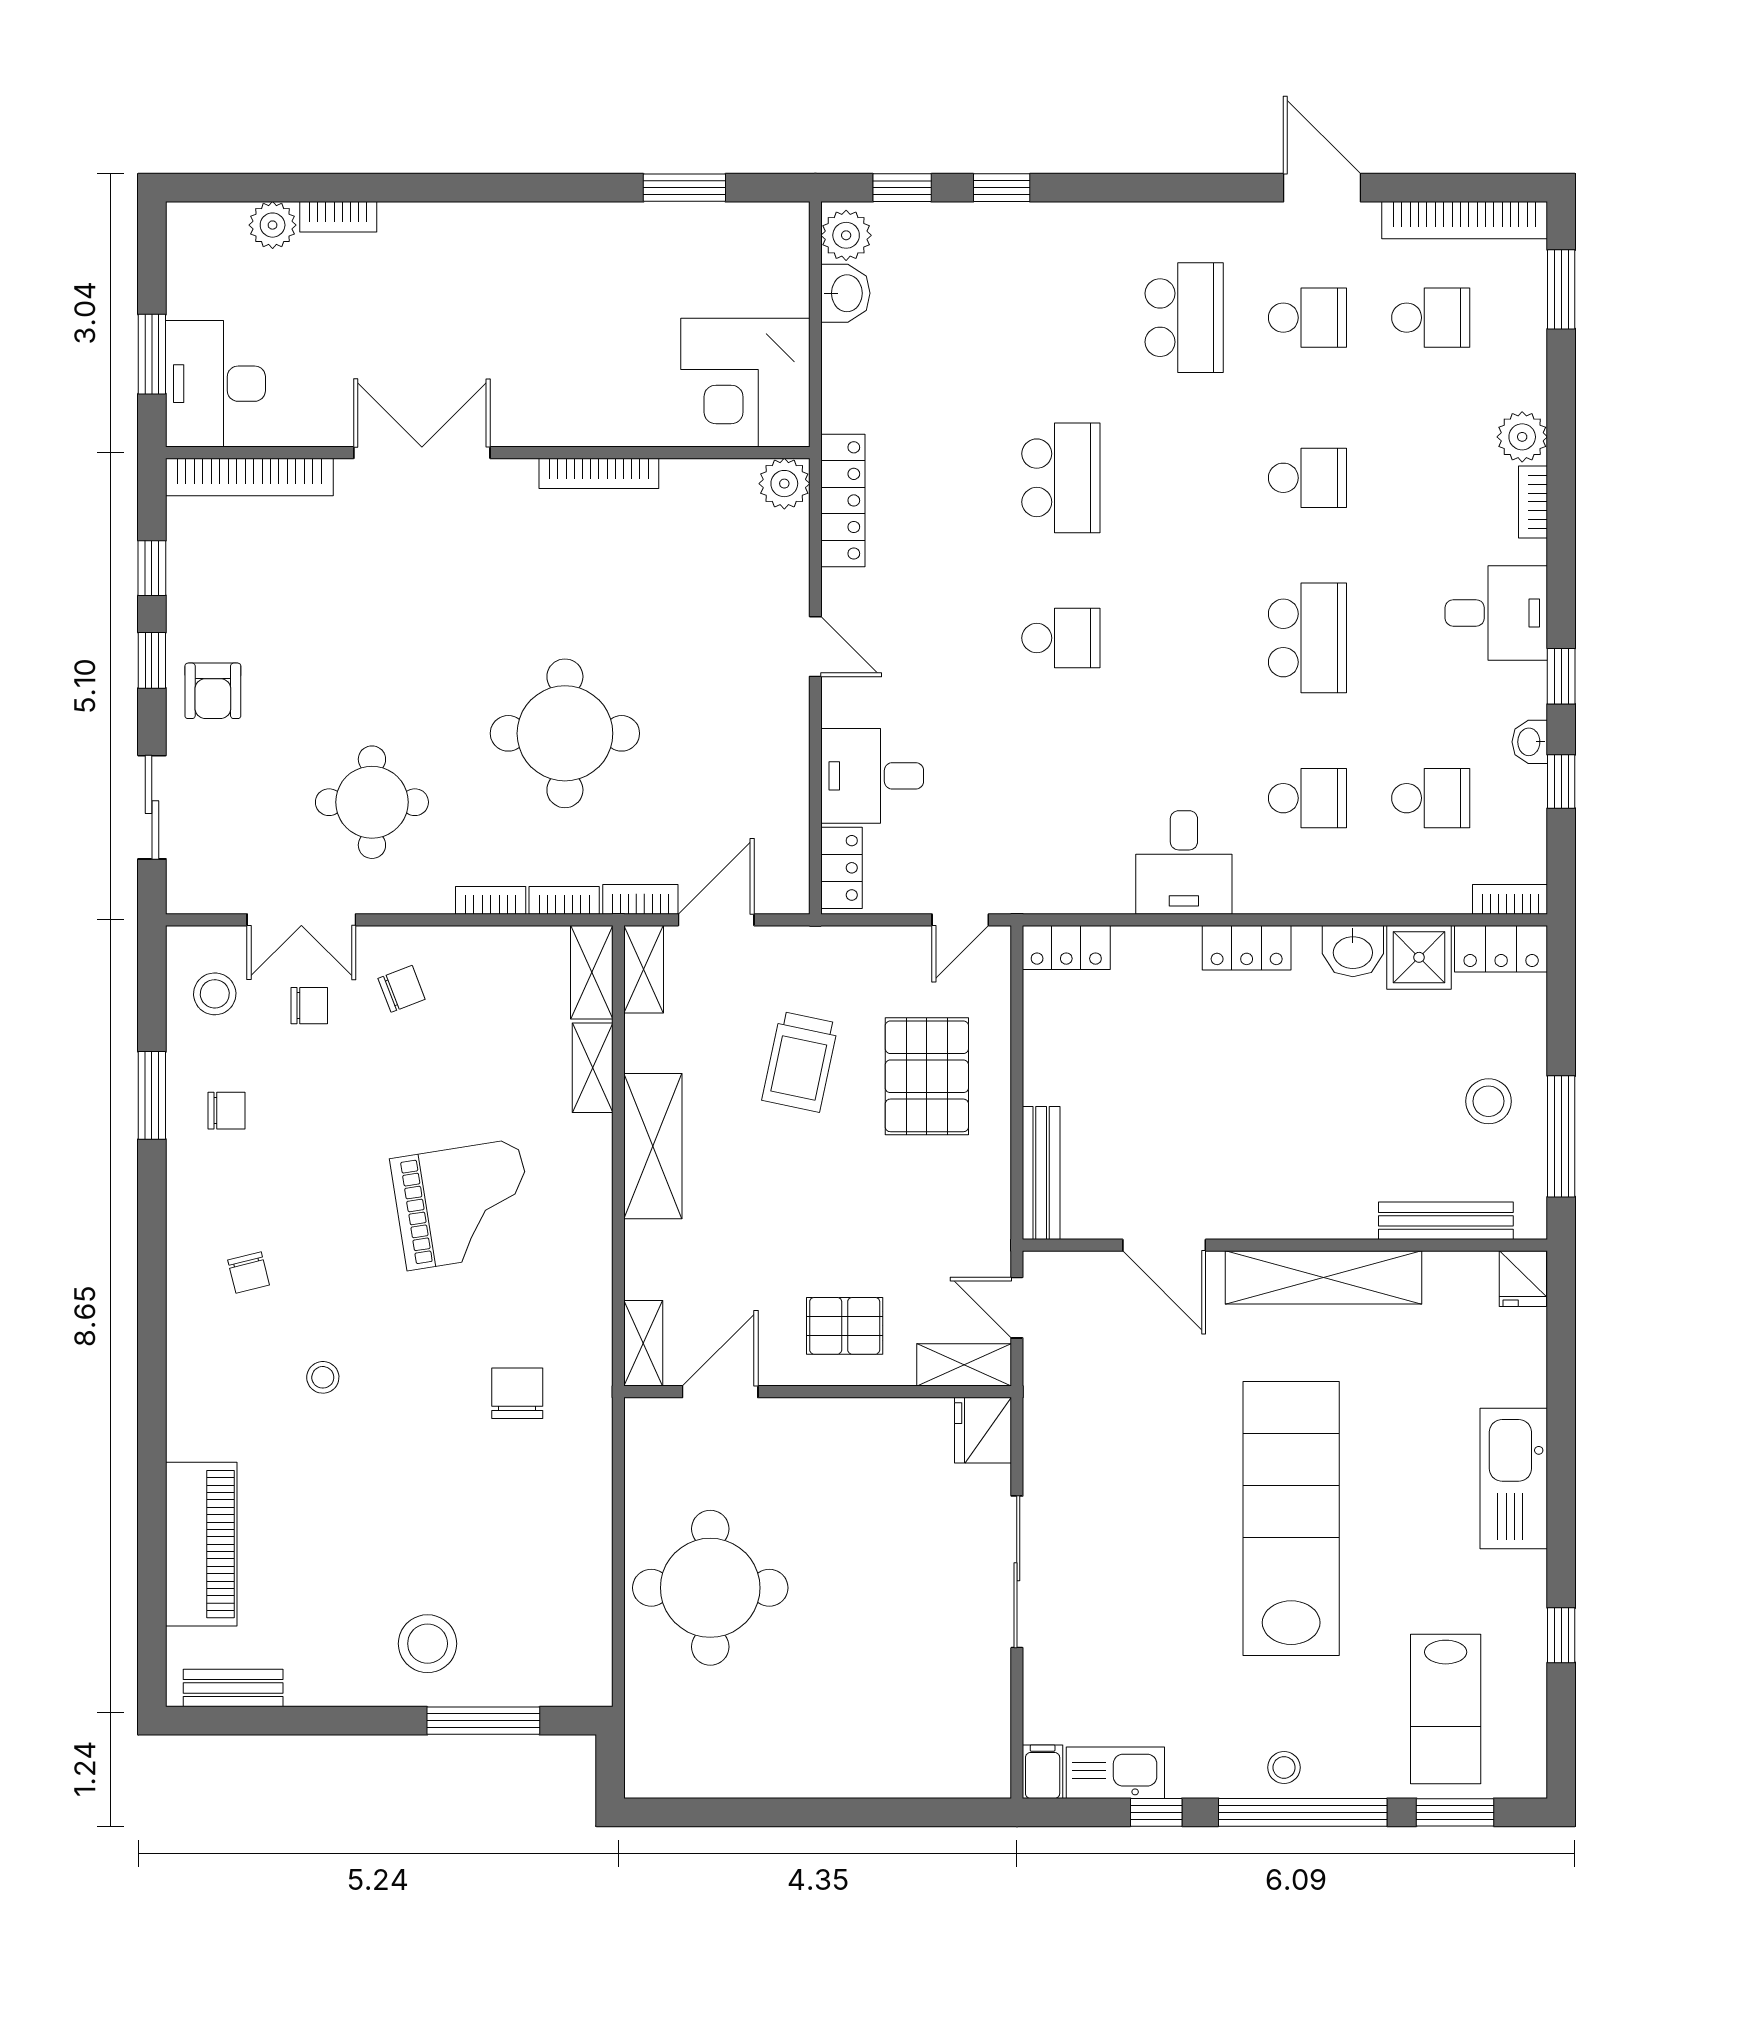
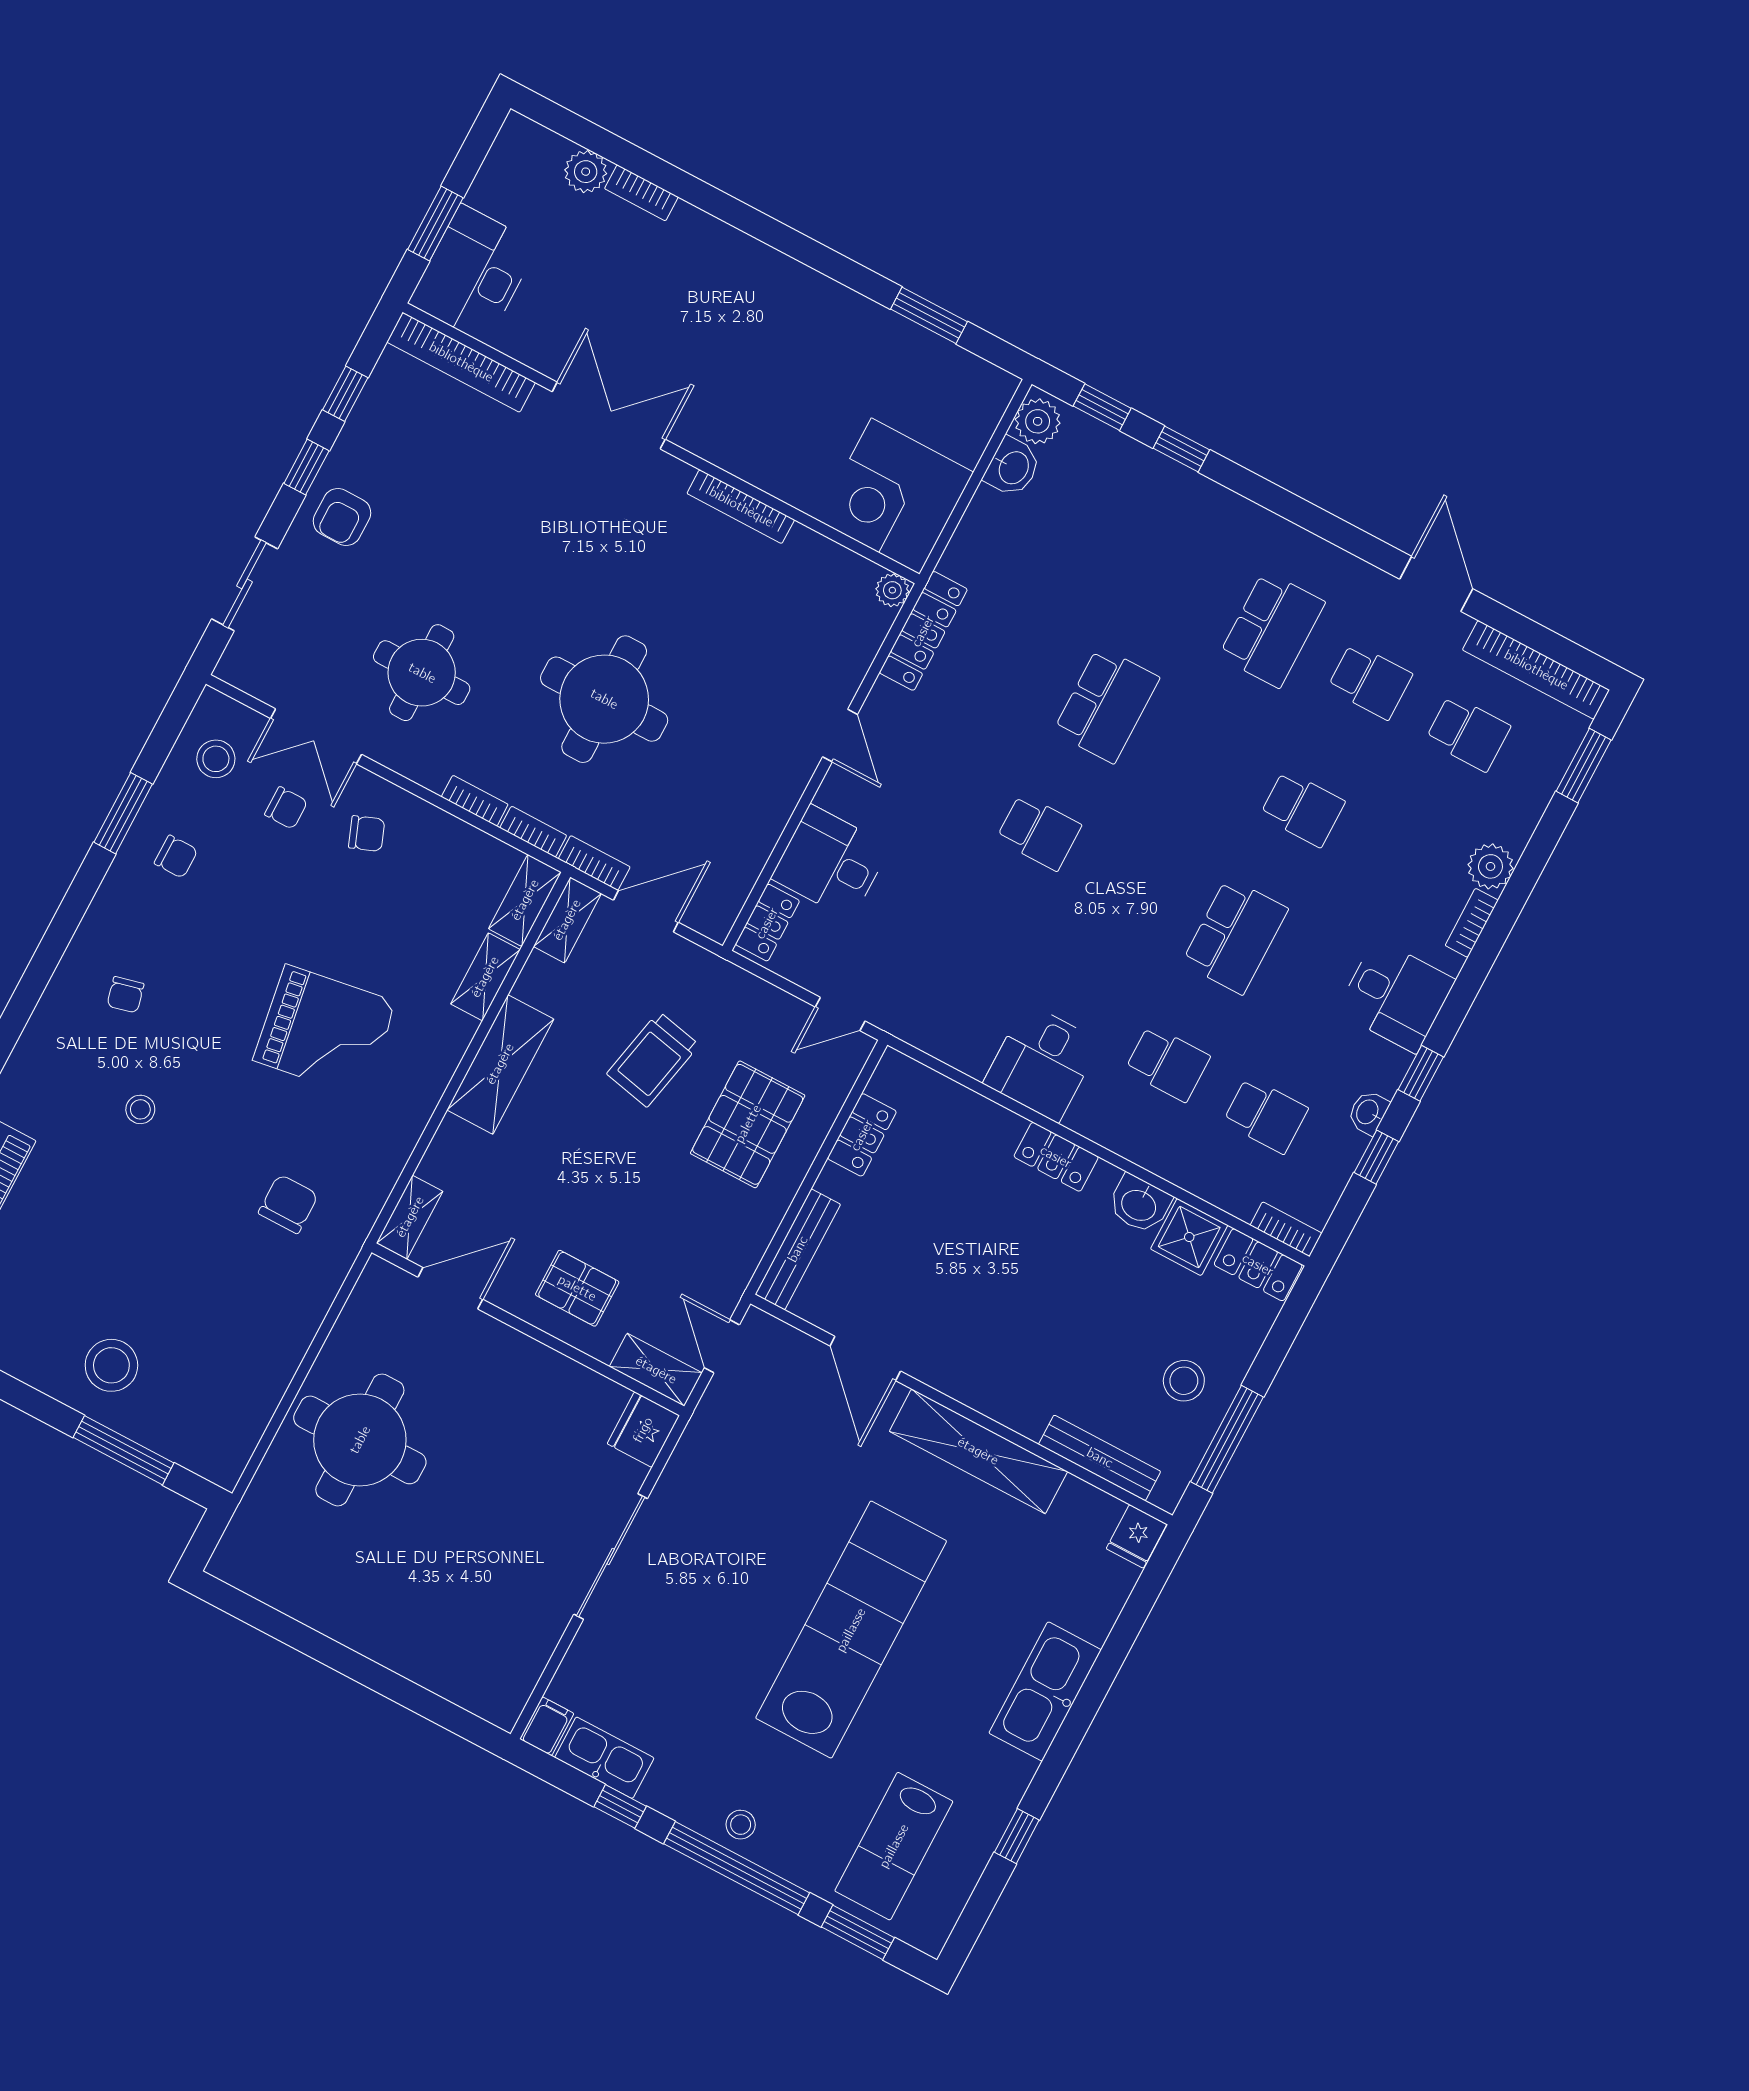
plant: (784, 484) -> (892, 590), width x0.73, depth x0.73
locker: (1066, 947) -> (862, 1135), moved, turned -90

